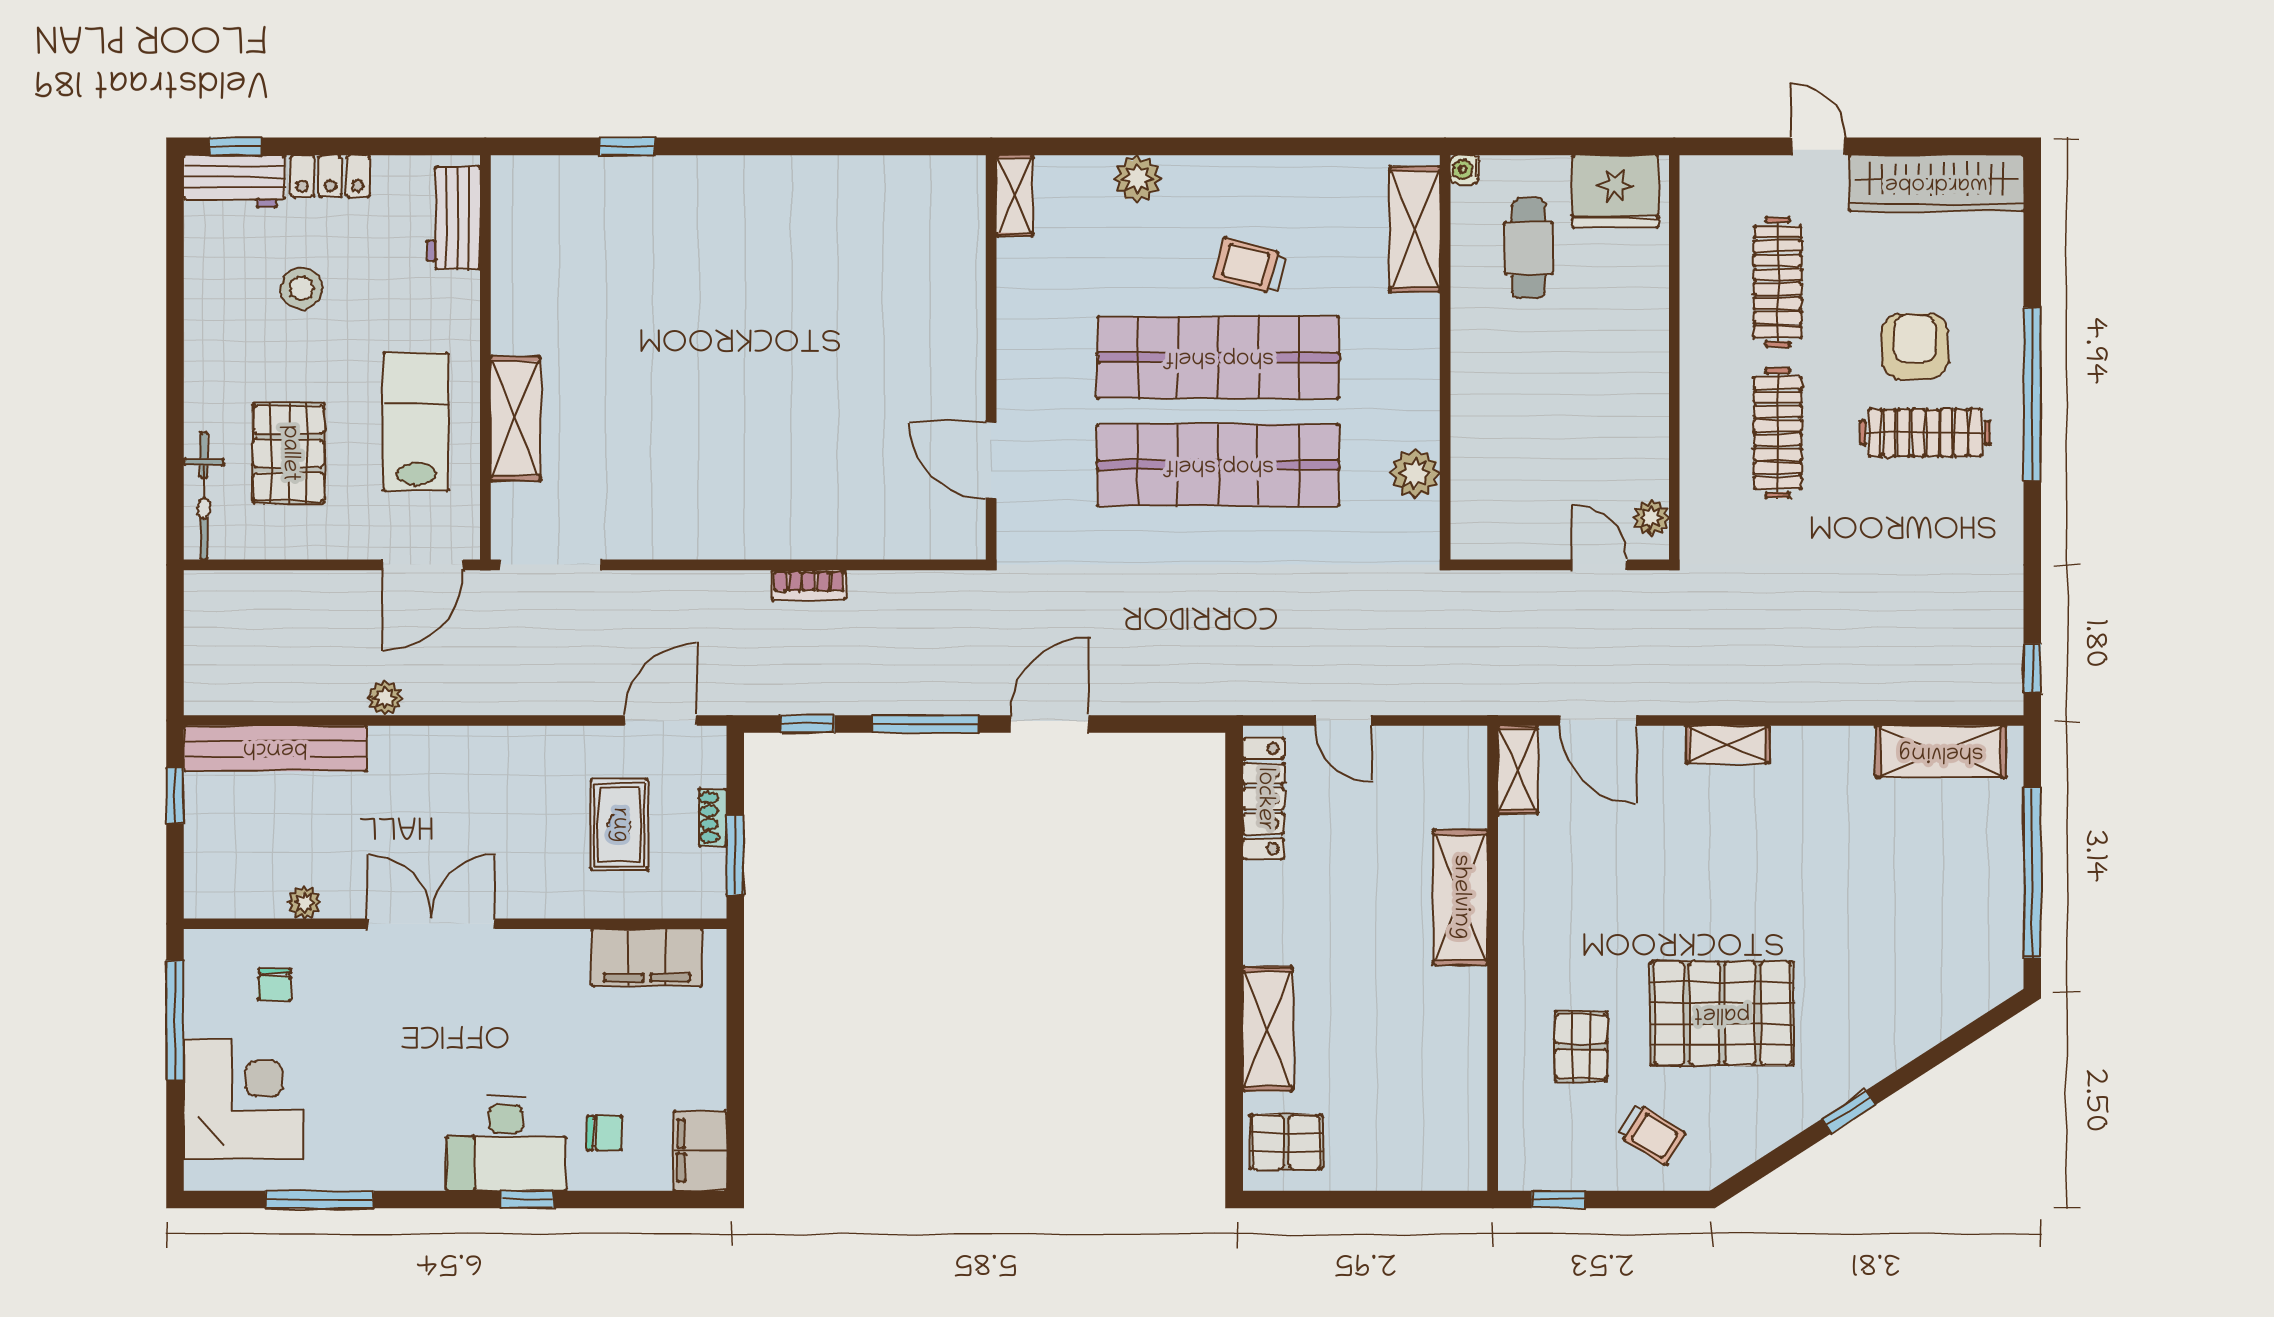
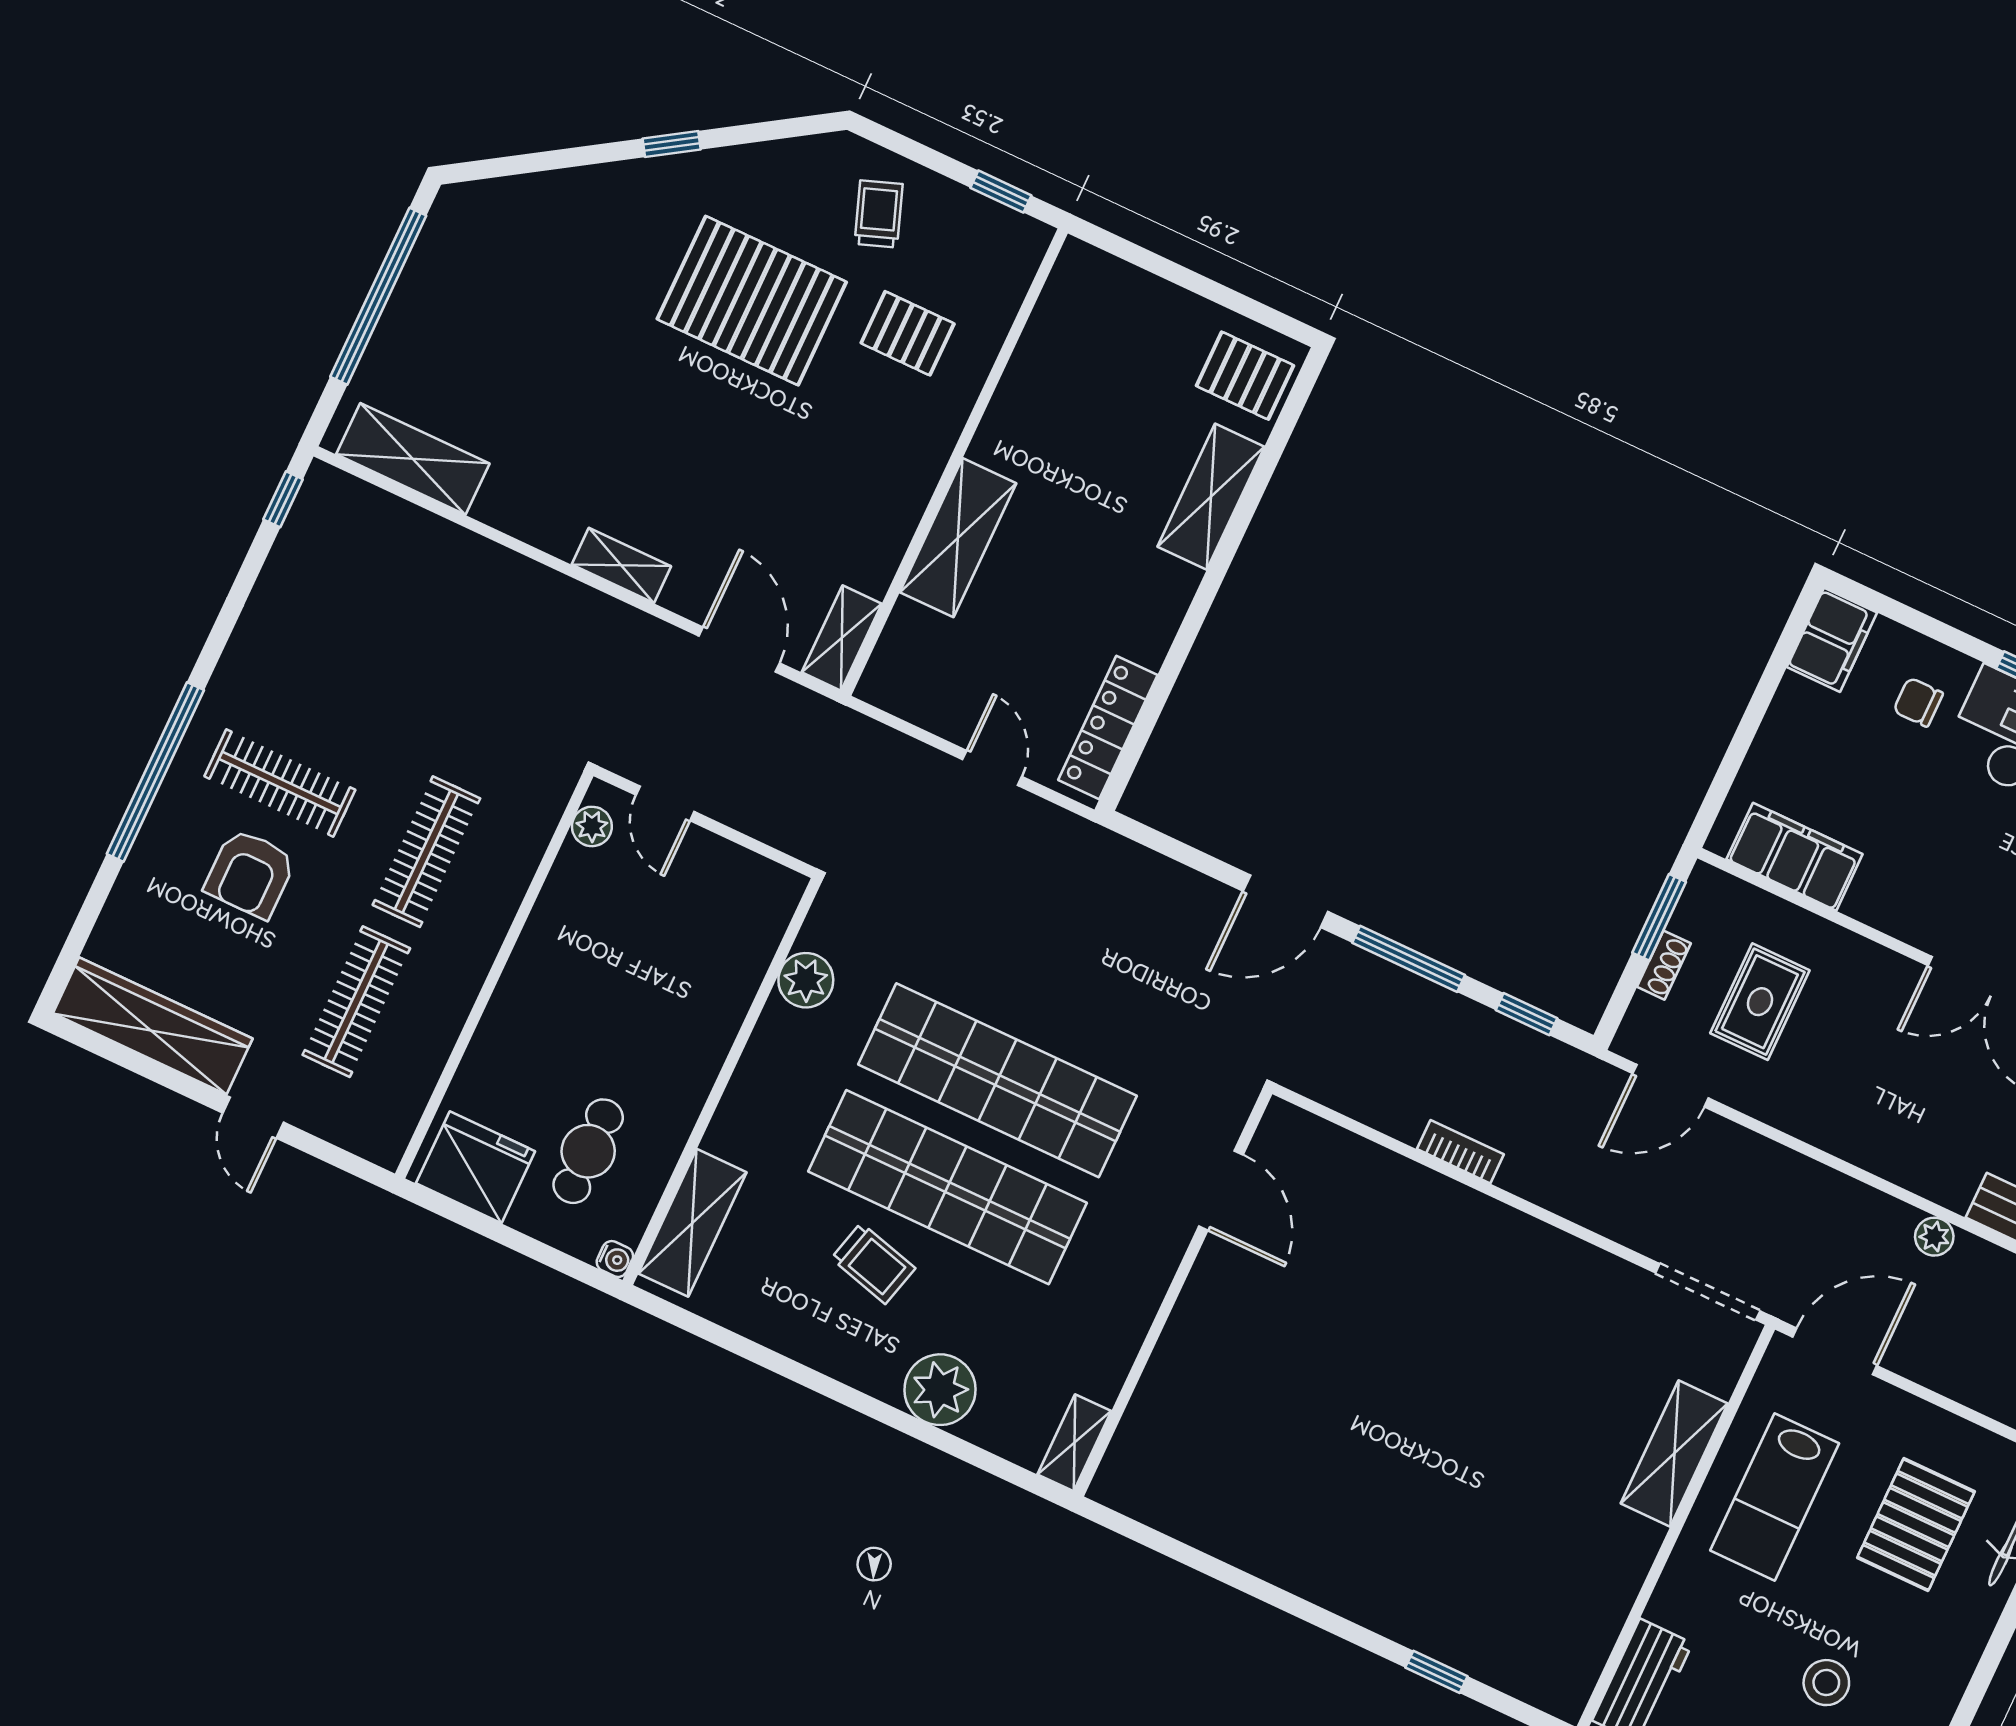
plant: (1137, 179) -> (940, 1390), width x1.36, depth x1.36
pallet: (1581, 1047) -> (908, 333), turned 90
trolley: (1651, 1134) -> (879, 214), turned 38

